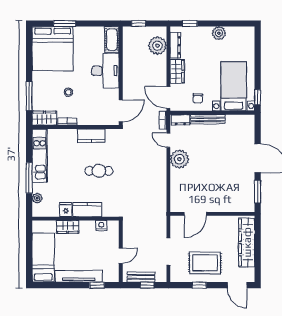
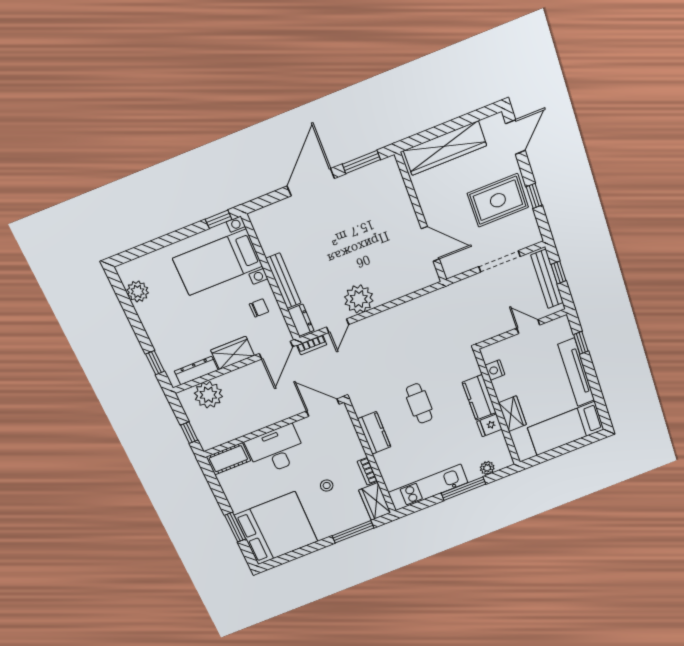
plant: (219, 33) -> (138, 291), moved
rug: (205, 263) -> (498, 200), turned 90
bench: (141, 277) -> (547, 279), width x1.36

